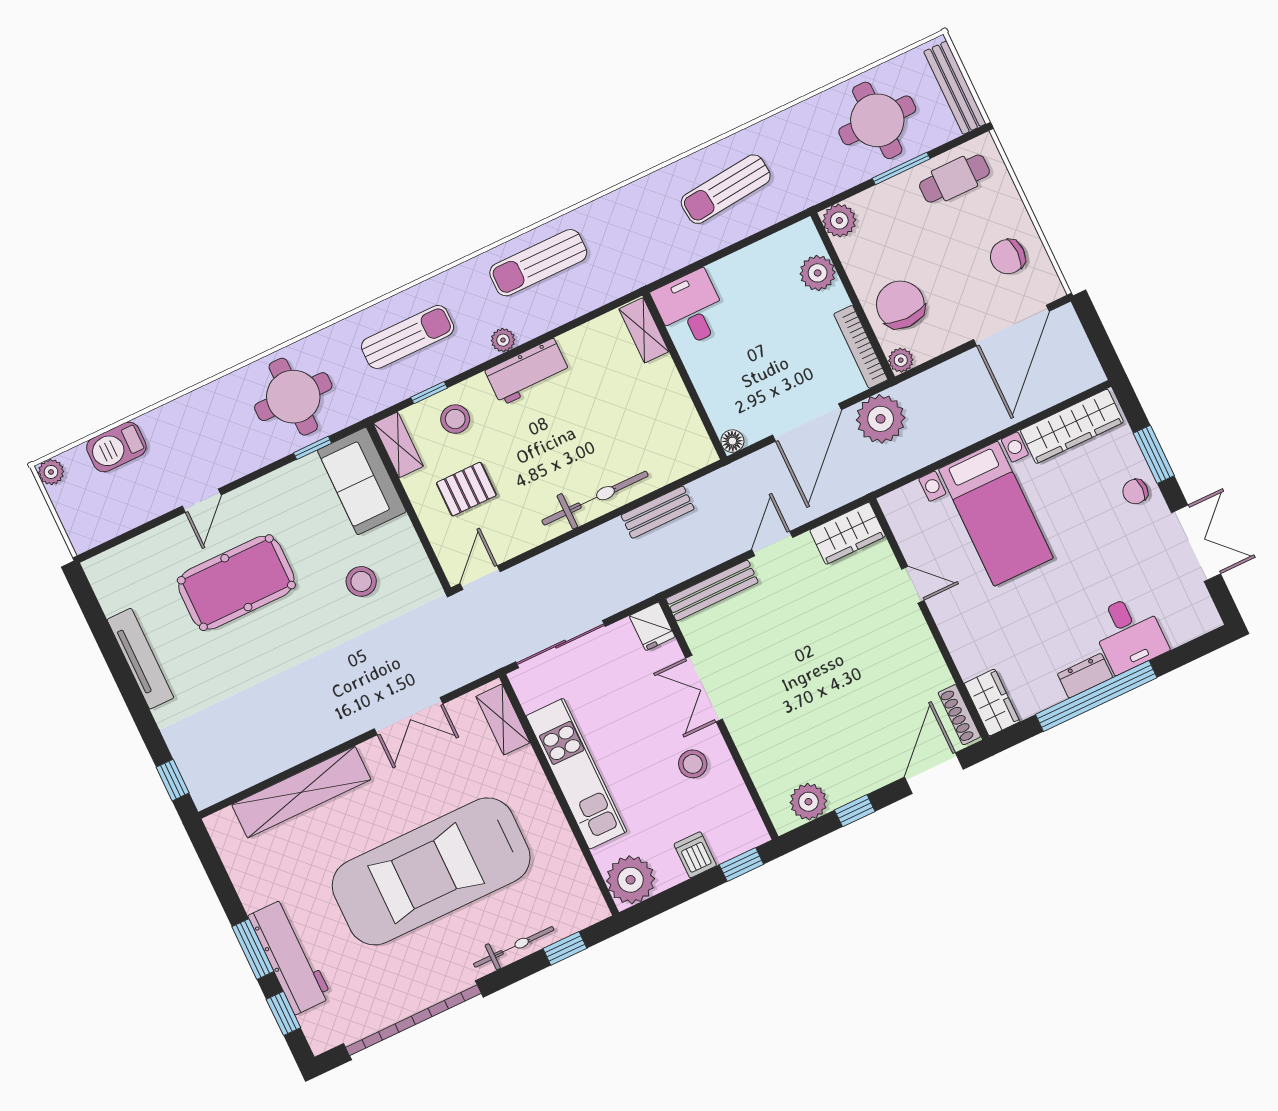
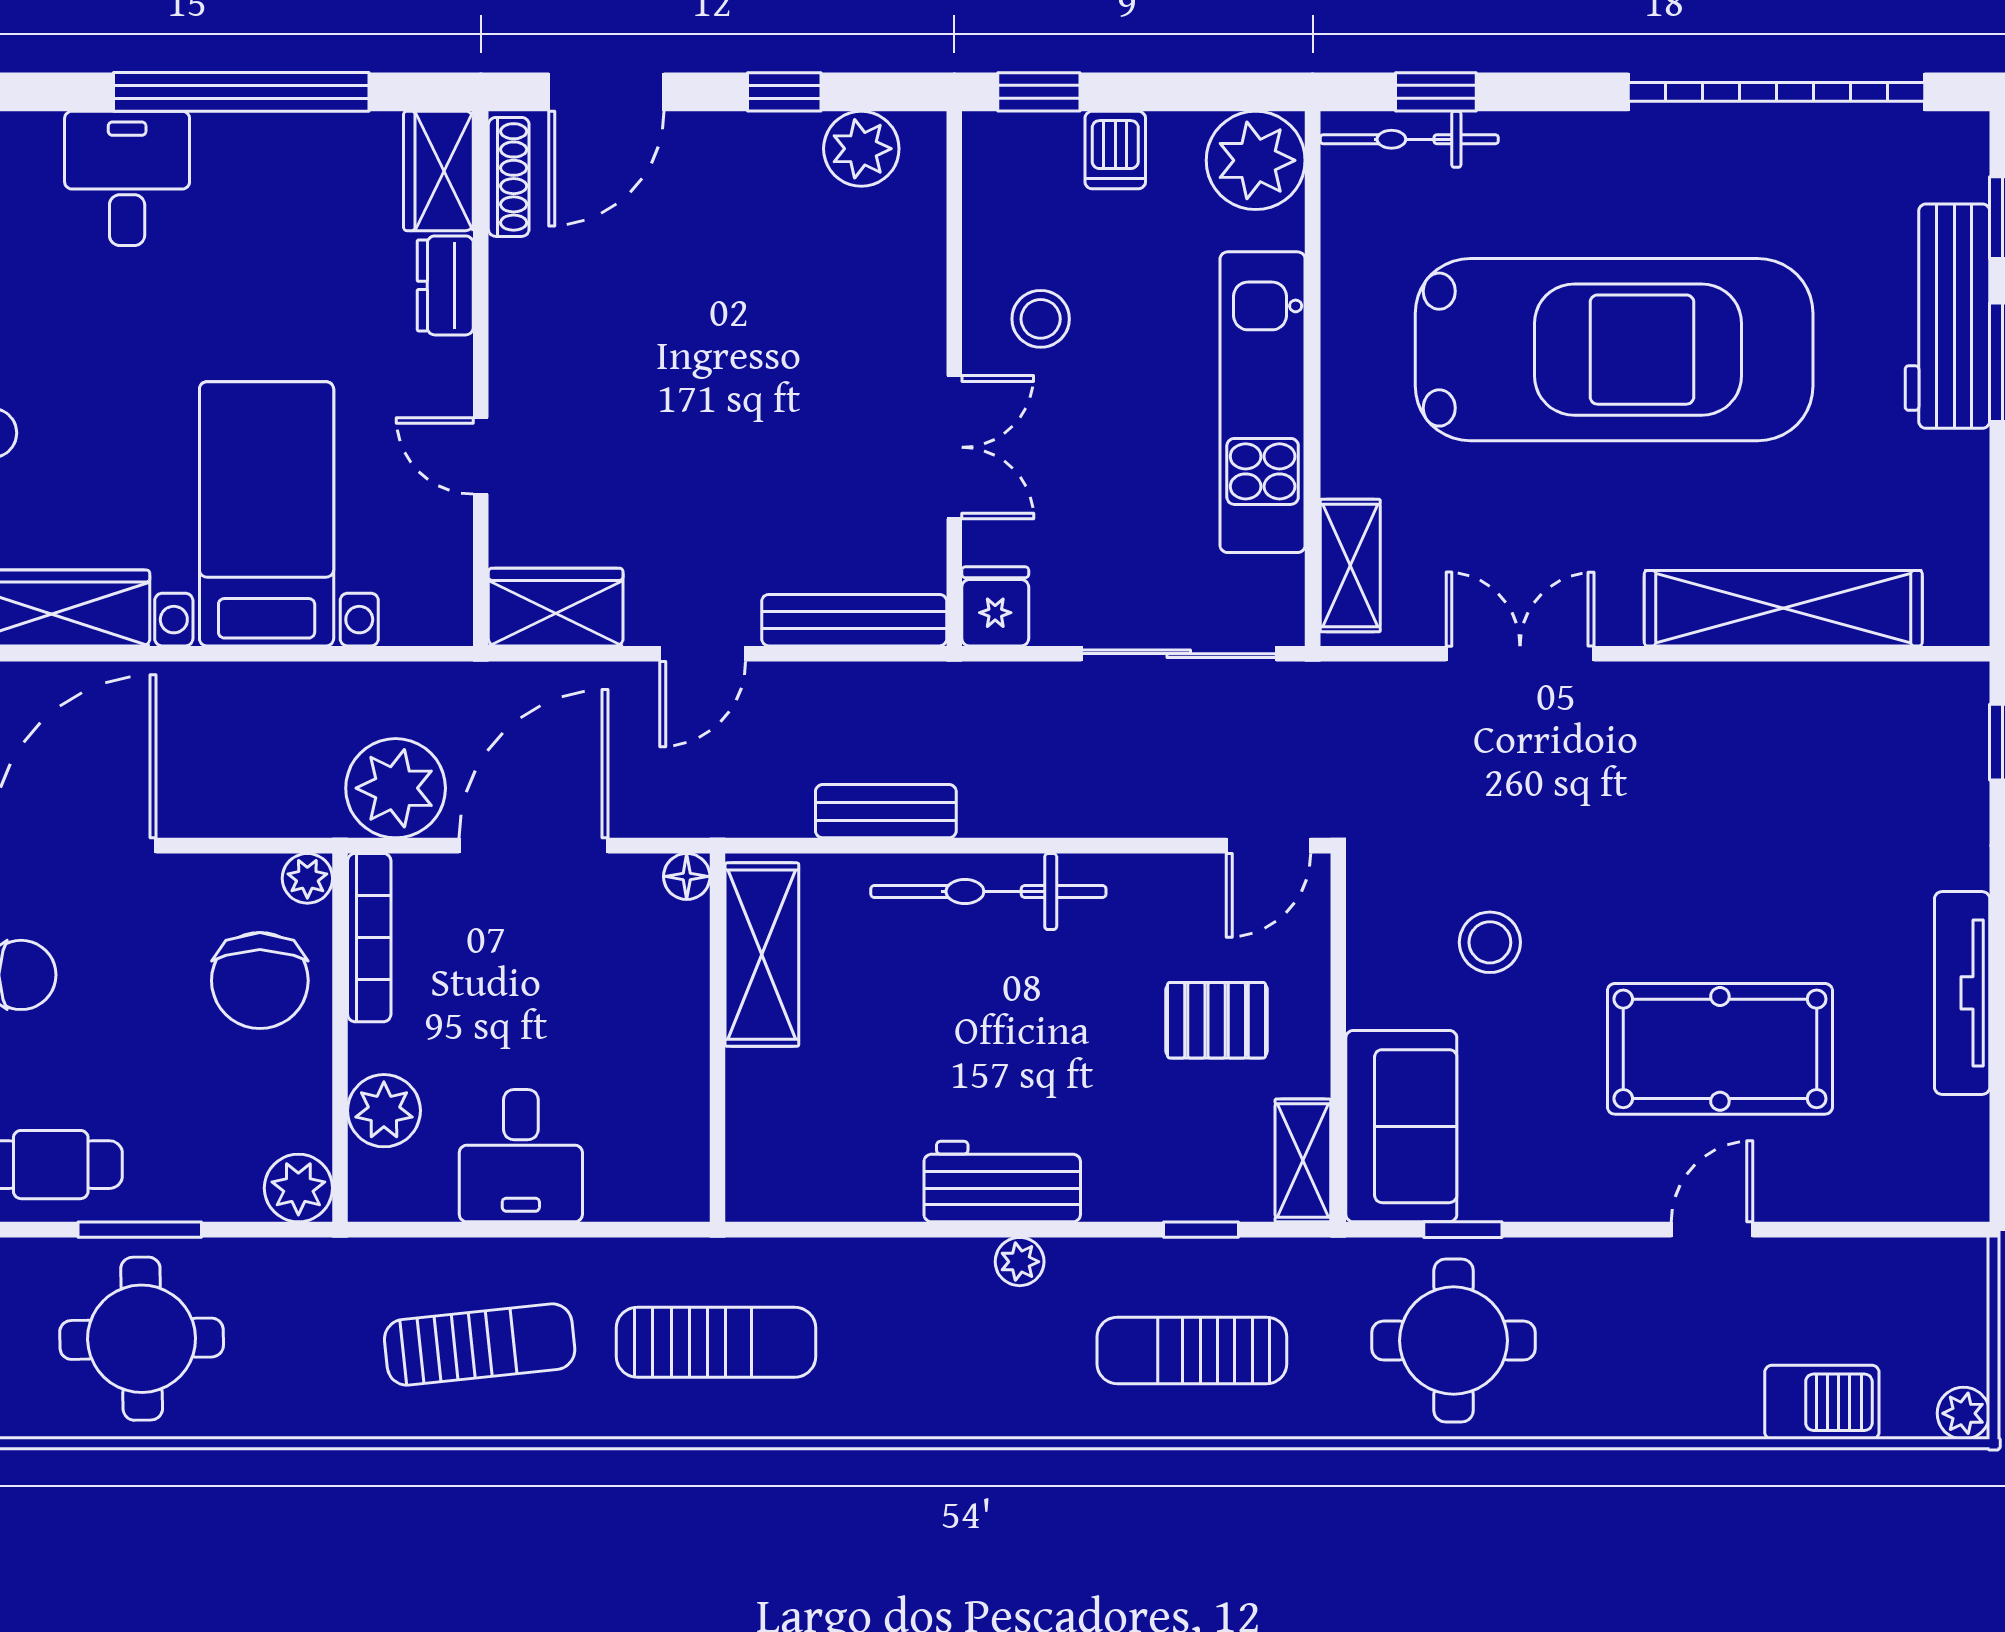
sun lounger: (538, 263) -> (716, 1342), moved
desk: (690, 309) -> (521, 1156), moved
shelving: (644, 330) -> (762, 955), moved, width x1.50, depth x1.33
stool: (455, 419) -> (1176, 1158), removed
dresser: (1085, 676) -> (445, 285), moved, turned 90
bicycle: (514, 947) -> (1409, 139), moved

